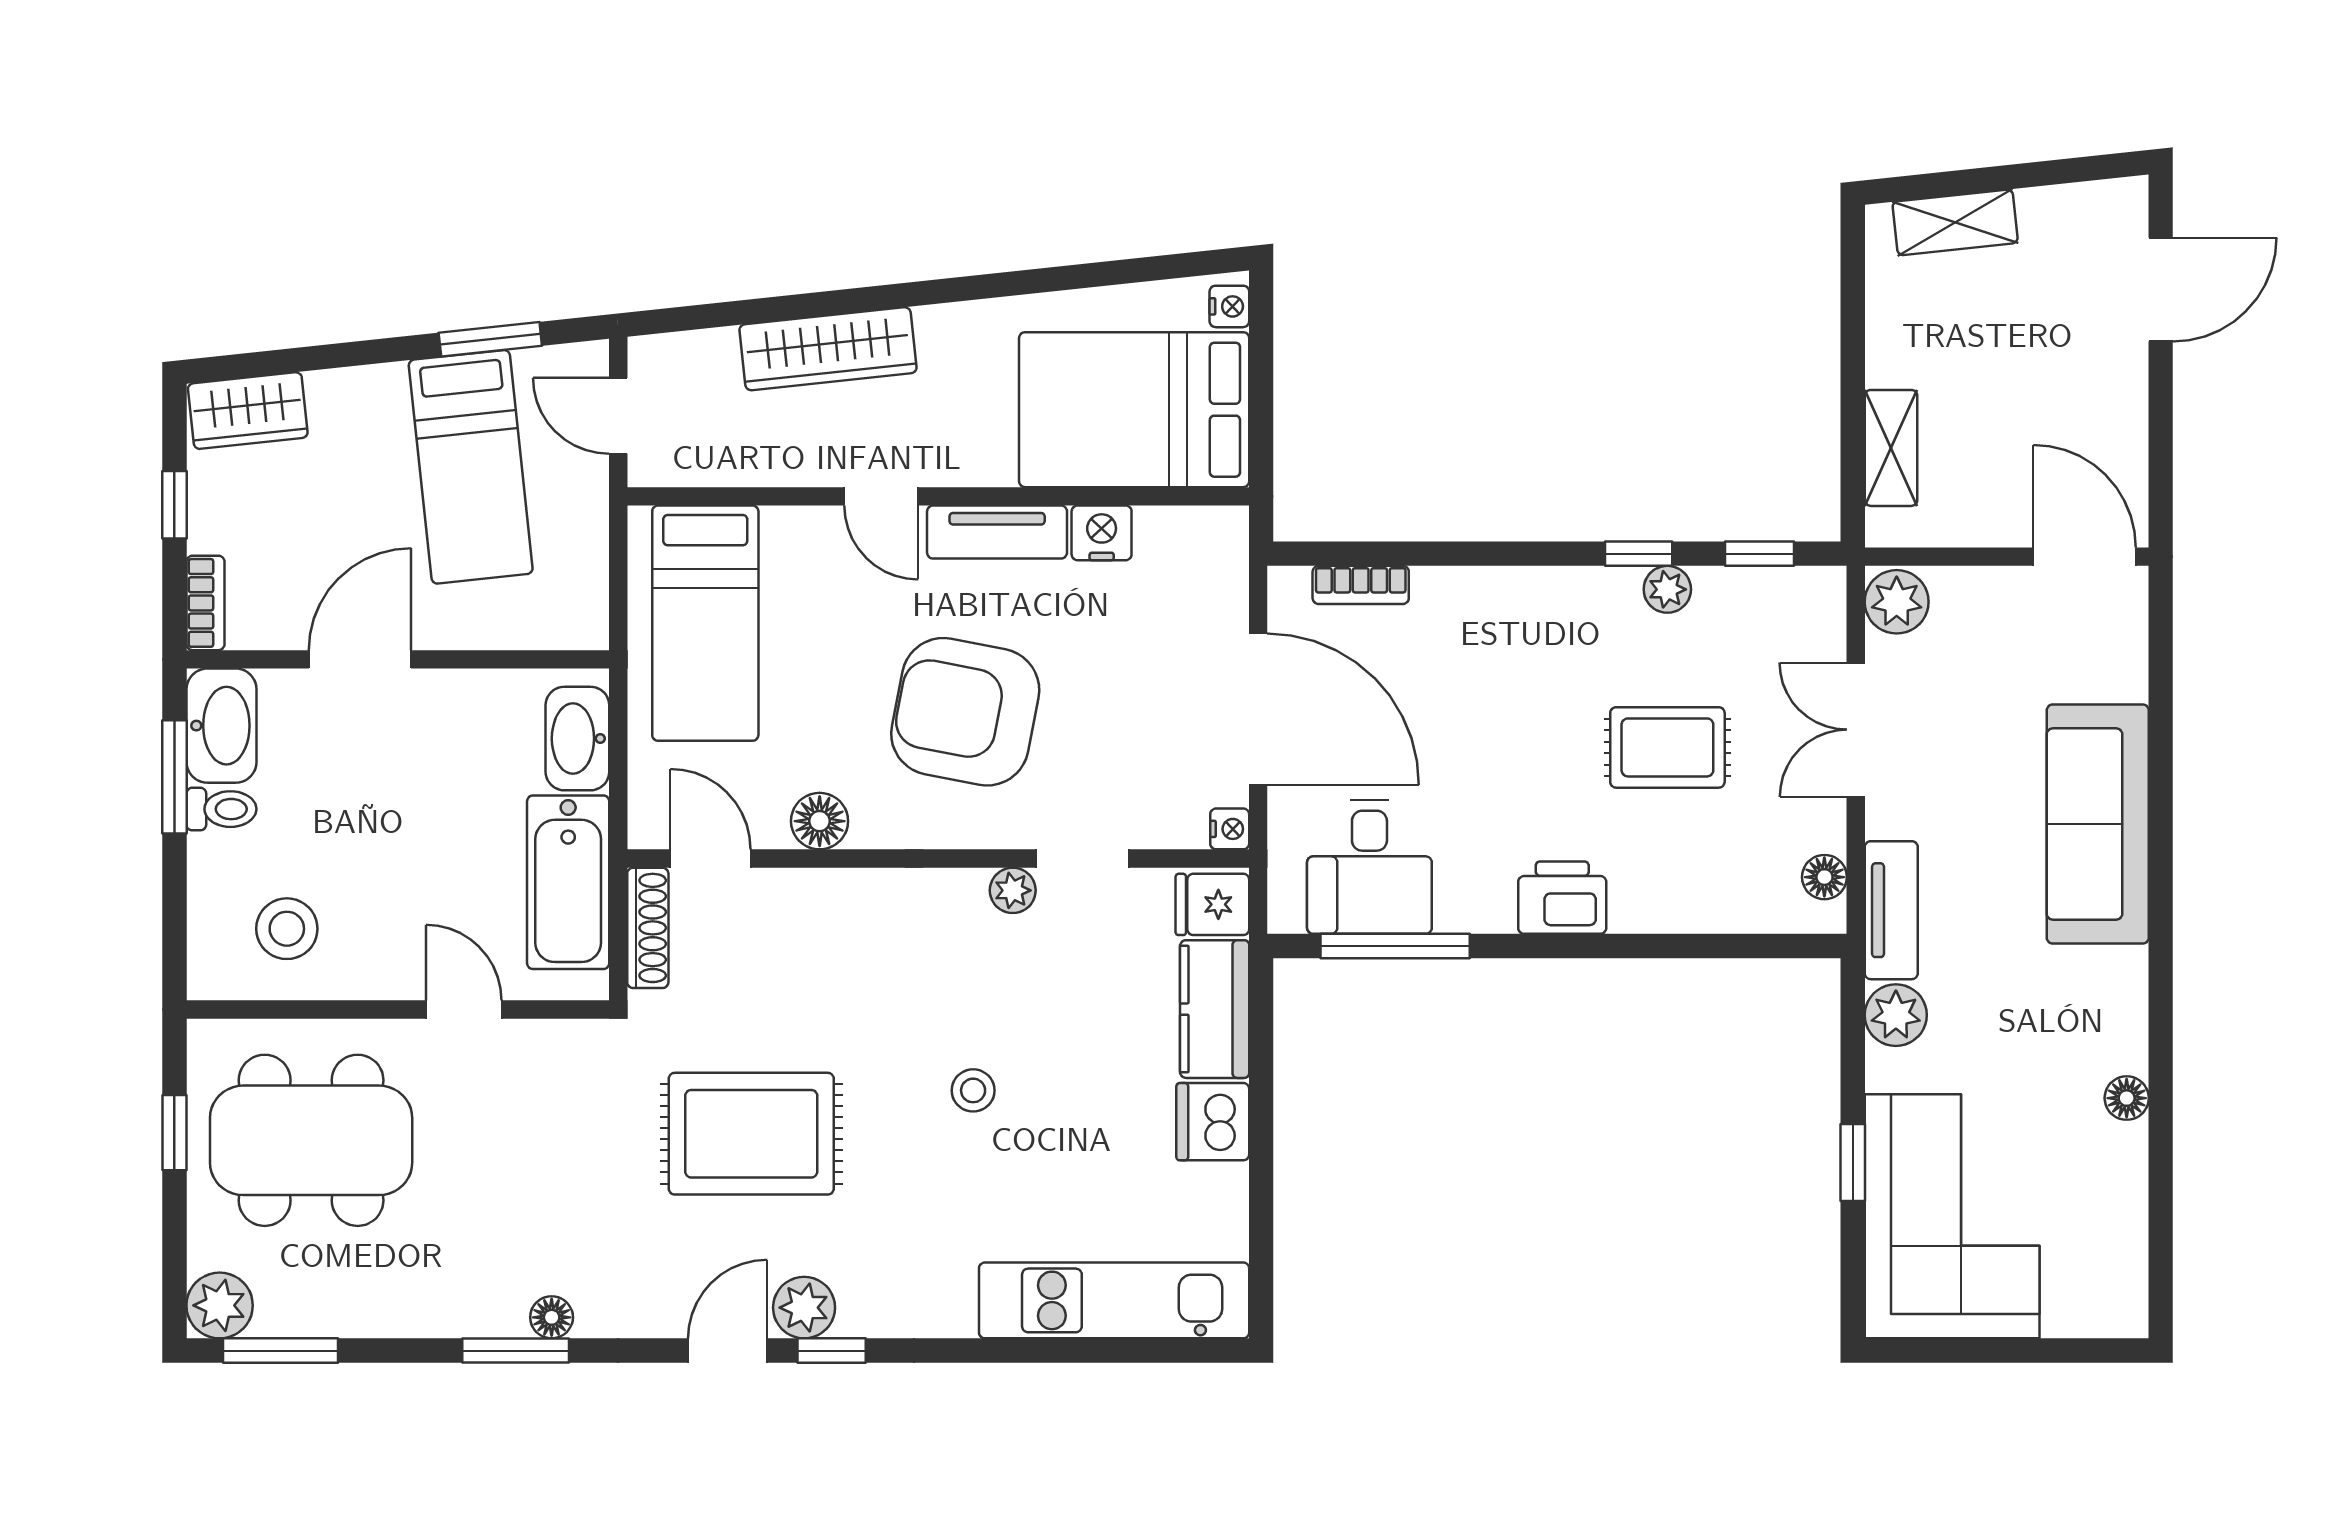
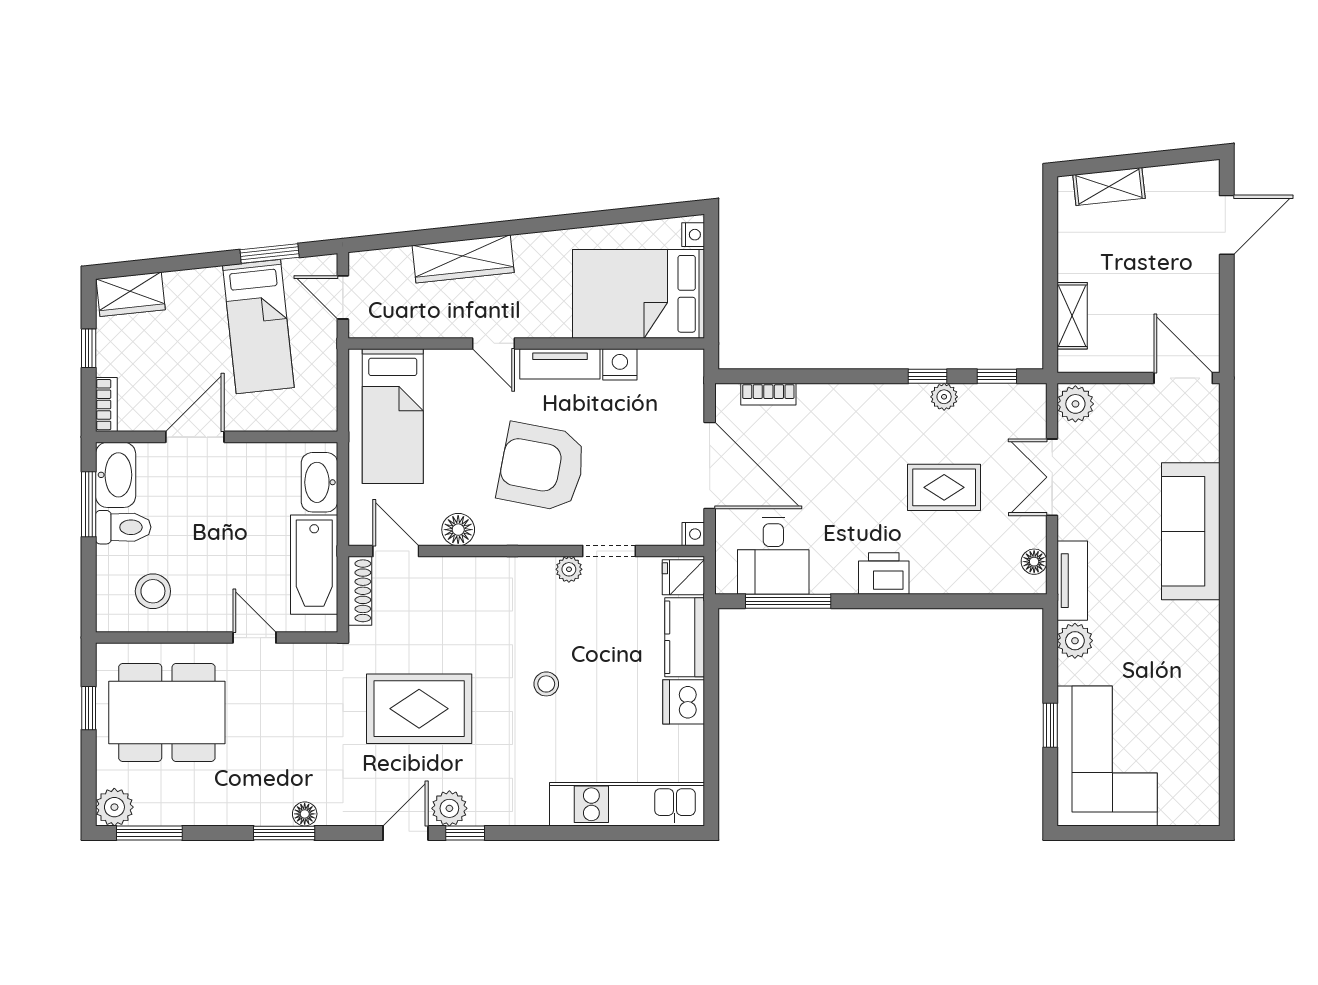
toilet: (221, 809) -> (123, 527), width x1.37, depth x1.39
floor lamp: (2127, 1098) -> (1207, 688), removed

